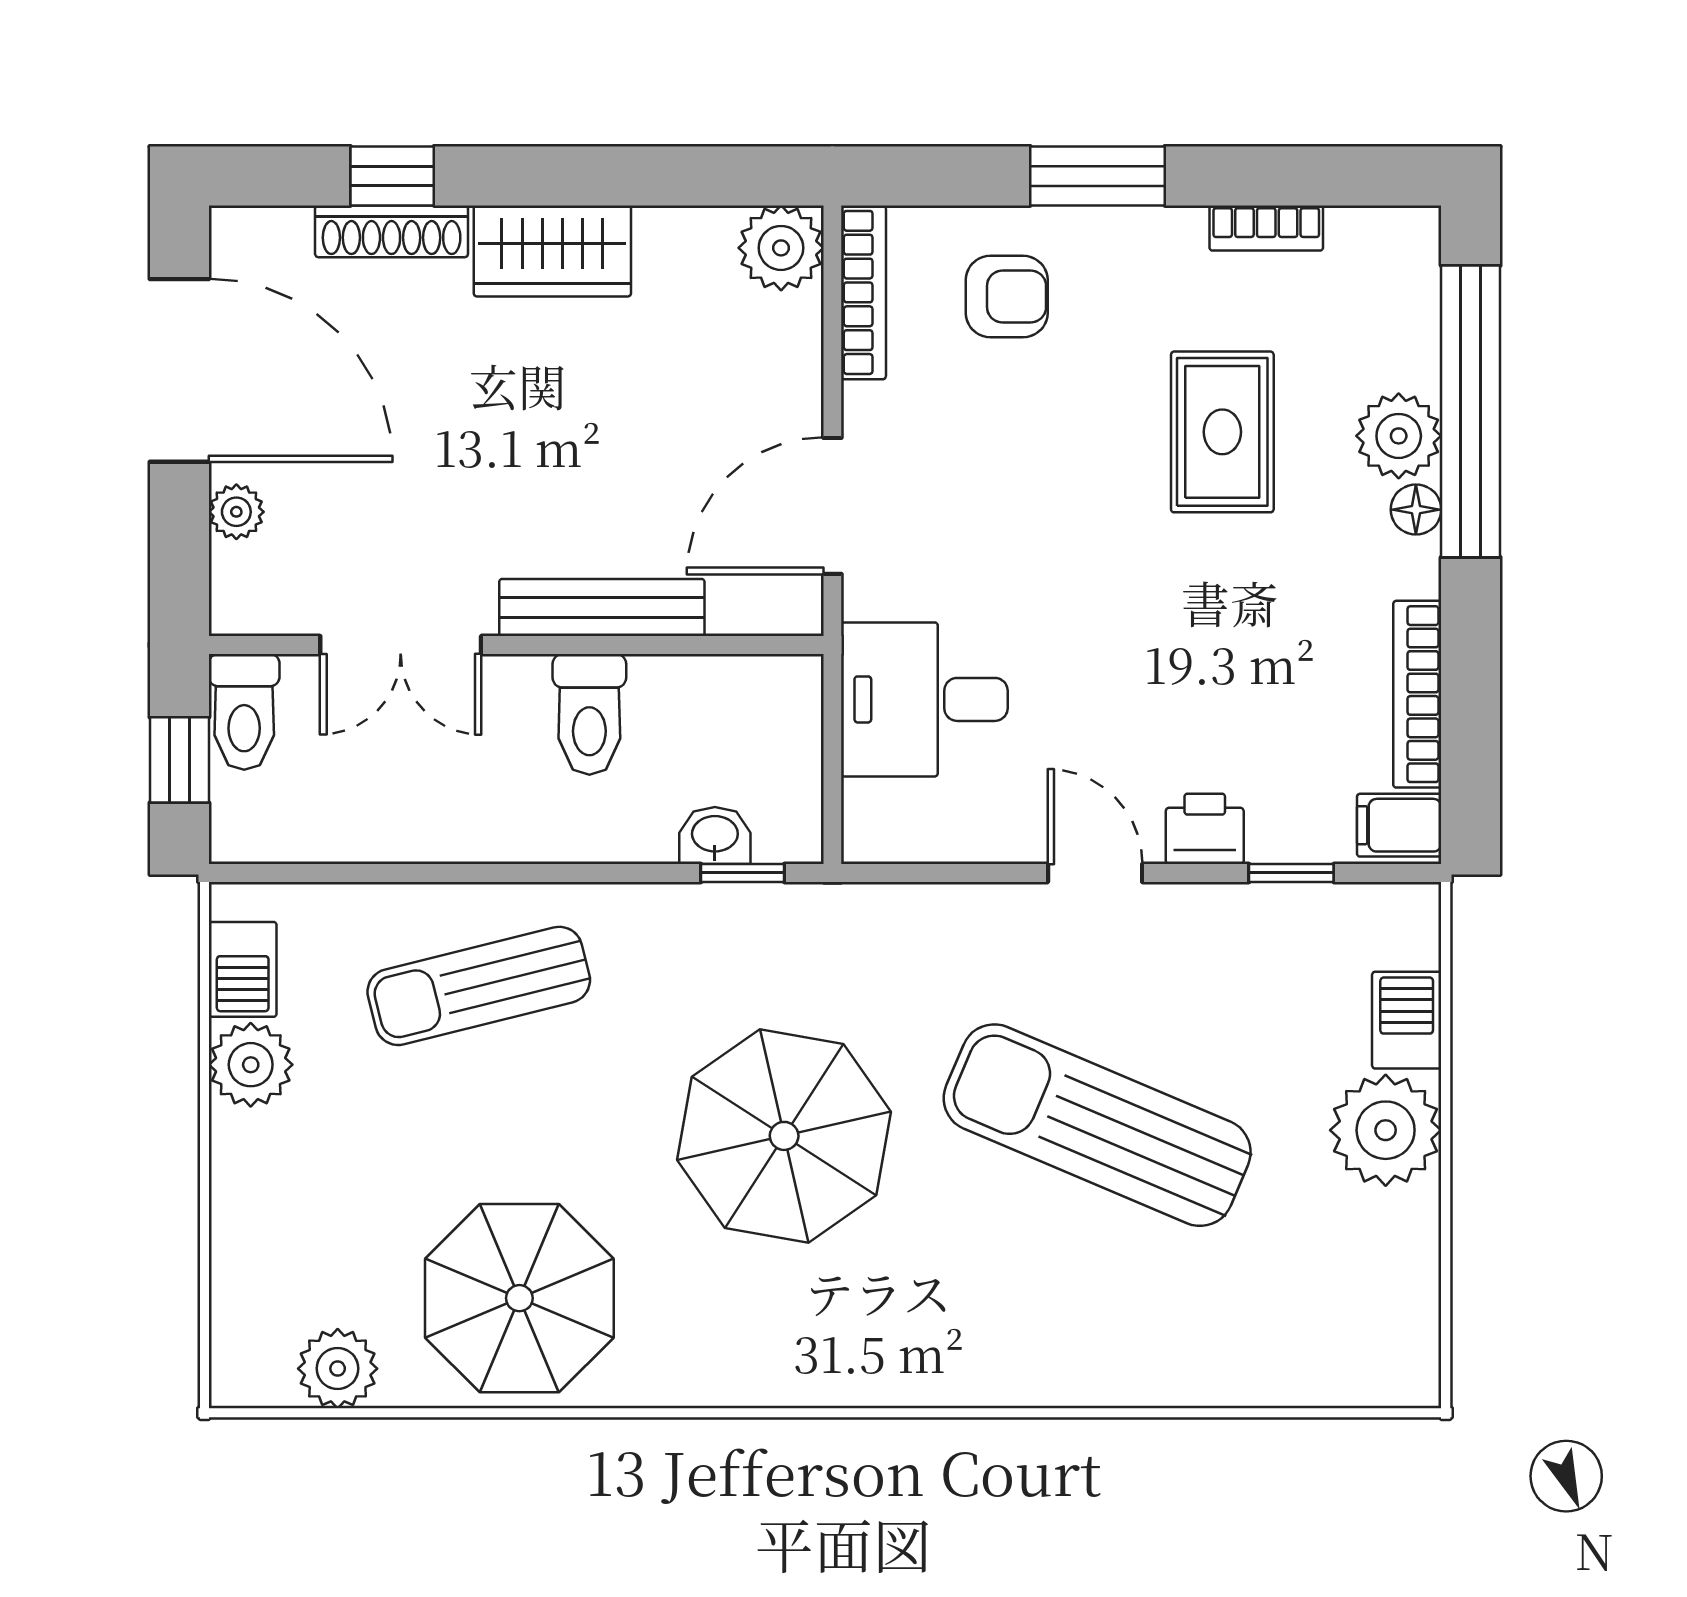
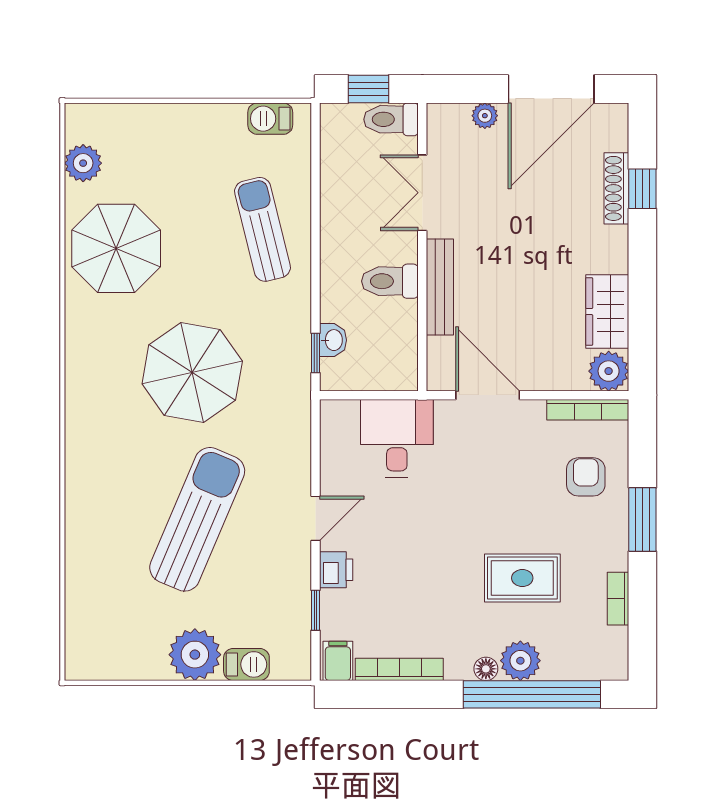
wardrobe: (552, 251) -> (607, 312), moved
armchair: (1007, 297) -> (586, 477), turned 180
plant: (251, 1065) -> (226, 122), removed

